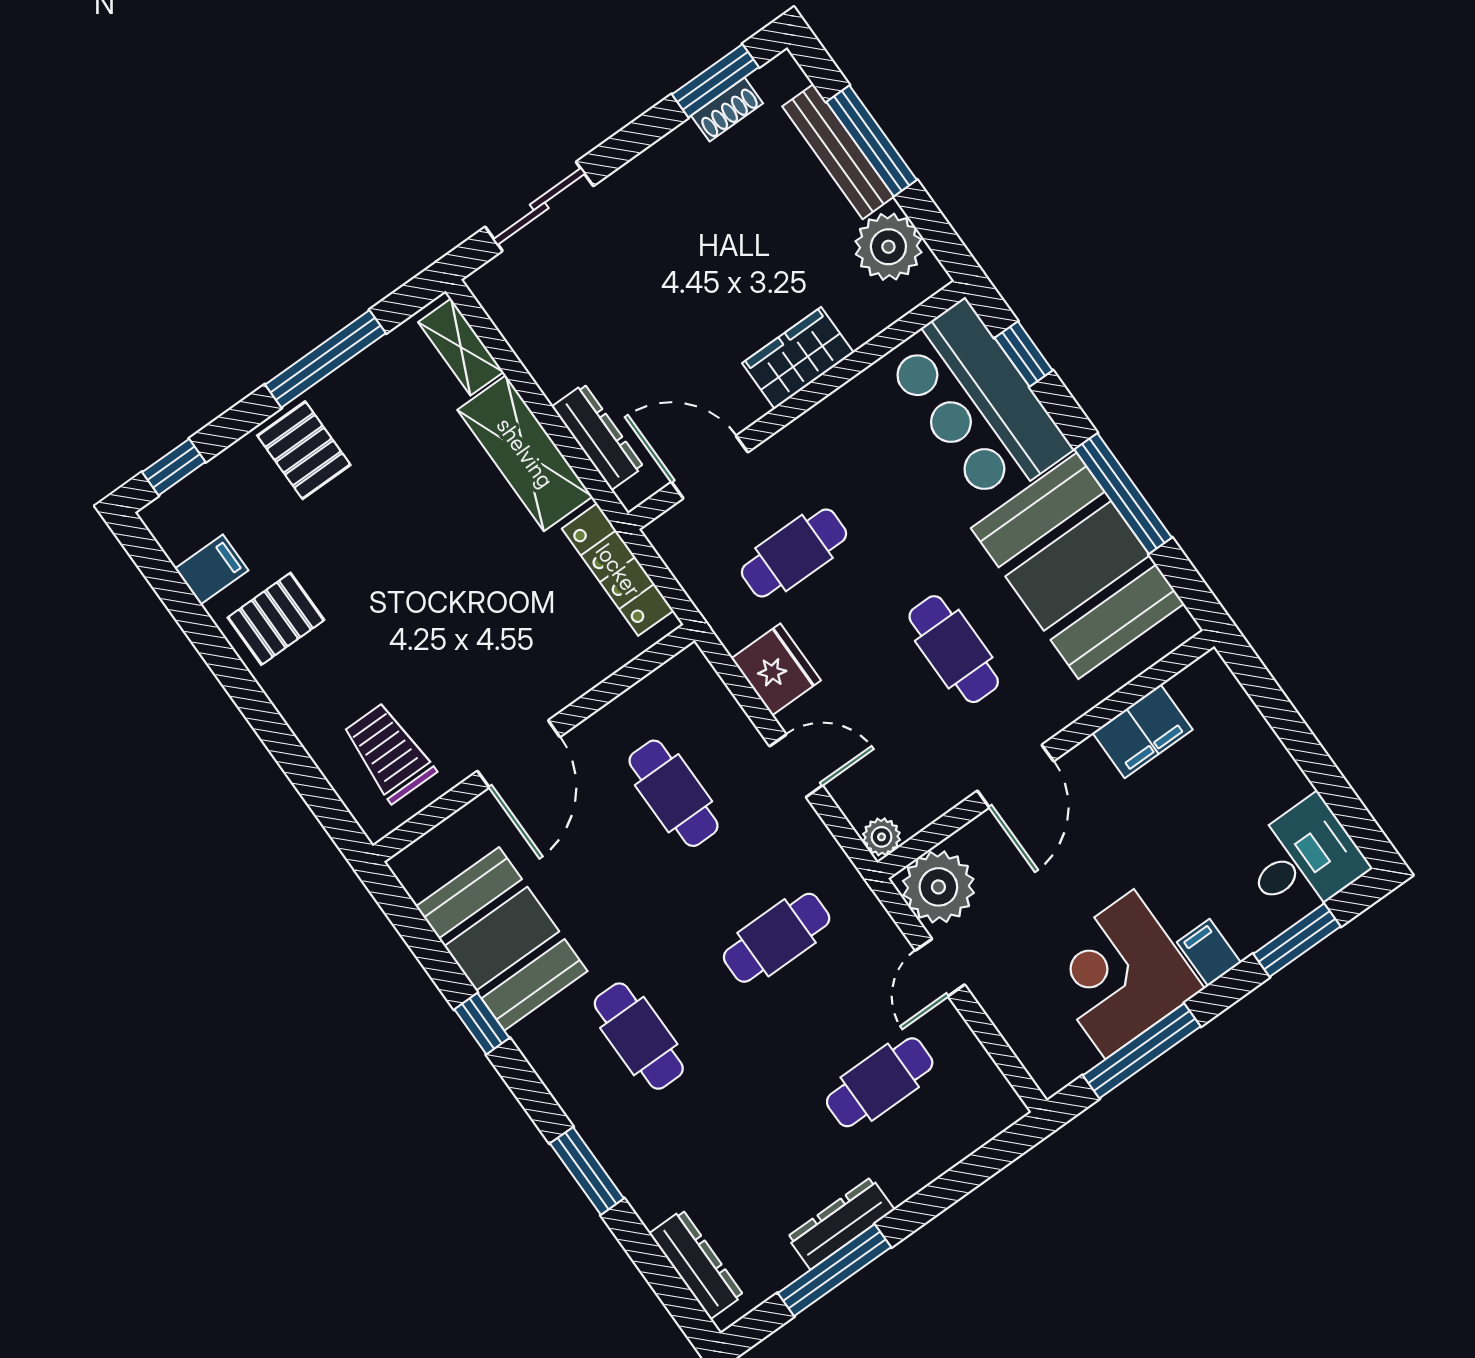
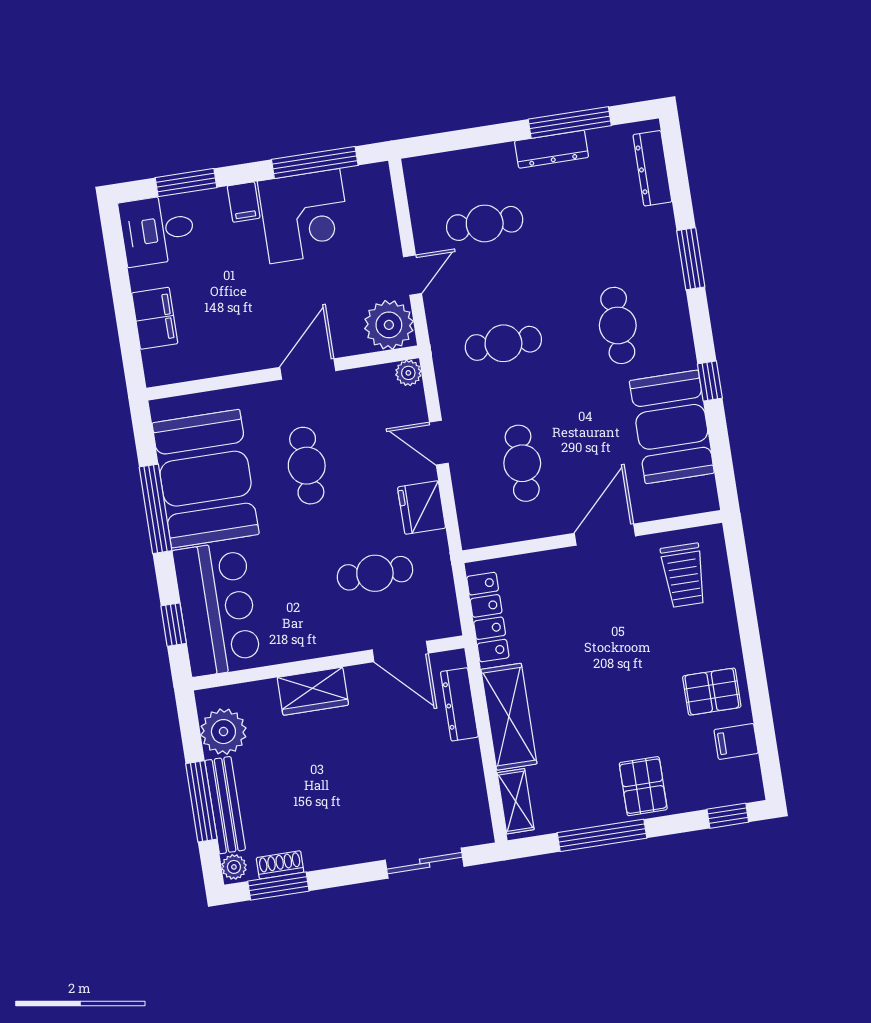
plant: (786, 77) -> (234, 867), added
filing cabinet: (1143, 731) -> (155, 318), moved, turned 90

